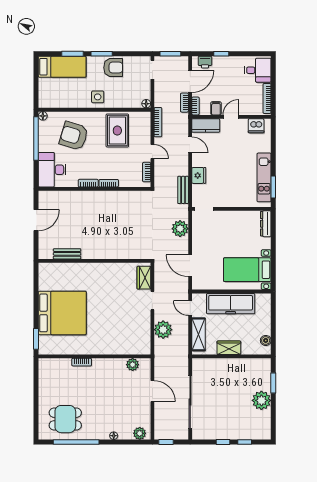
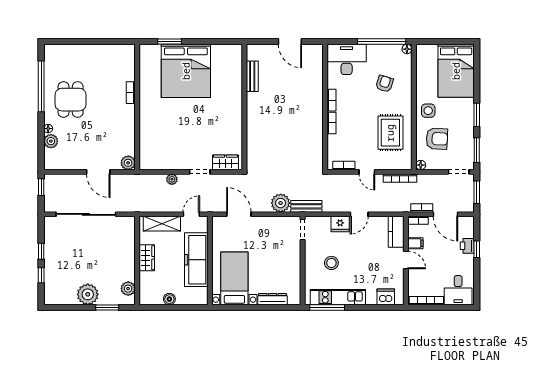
window: (73, 54) -> (477, 150), moved
printer: (205, 62) -> (467, 246), moved
bed: (62, 67) -> (456, 71), width x1.50
armchair: (113, 68) -> (437, 139), moved, turned -87
dishwasher: (256, 126) -> (386, 297), moved, turned 90
rug: (117, 131) -> (390, 133), turned 90
armchair: (74, 136) -> (384, 84), width x0.53, depth x0.53
door: (190, 145) -> (359, 214), moved
door: (152, 152) -> (367, 172), hinge flipped
stool: (233, 183) -> (331, 263), added
window: (273, 187) -> (327, 308), width x1.44
bench: (183, 190) -> (306, 206), moved
dresser: (266, 224) -> (273, 299), moved
door: (190, 266) -> (239, 214), hinge flipped
plant: (163, 330) -> (172, 179), width x0.53, depth x0.53
window: (36, 339) -> (170, 41), moved
boiler: (266, 340) -> (169, 299), moved
plant: (133, 365) -> (128, 163), moved
plant: (256, 365) -> (128, 289), added
door: (152, 391) -> (98, 172), hinge flipped
dining table: (65, 419) -> (71, 100), moved
plant: (140, 433) -> (51, 141), moved

